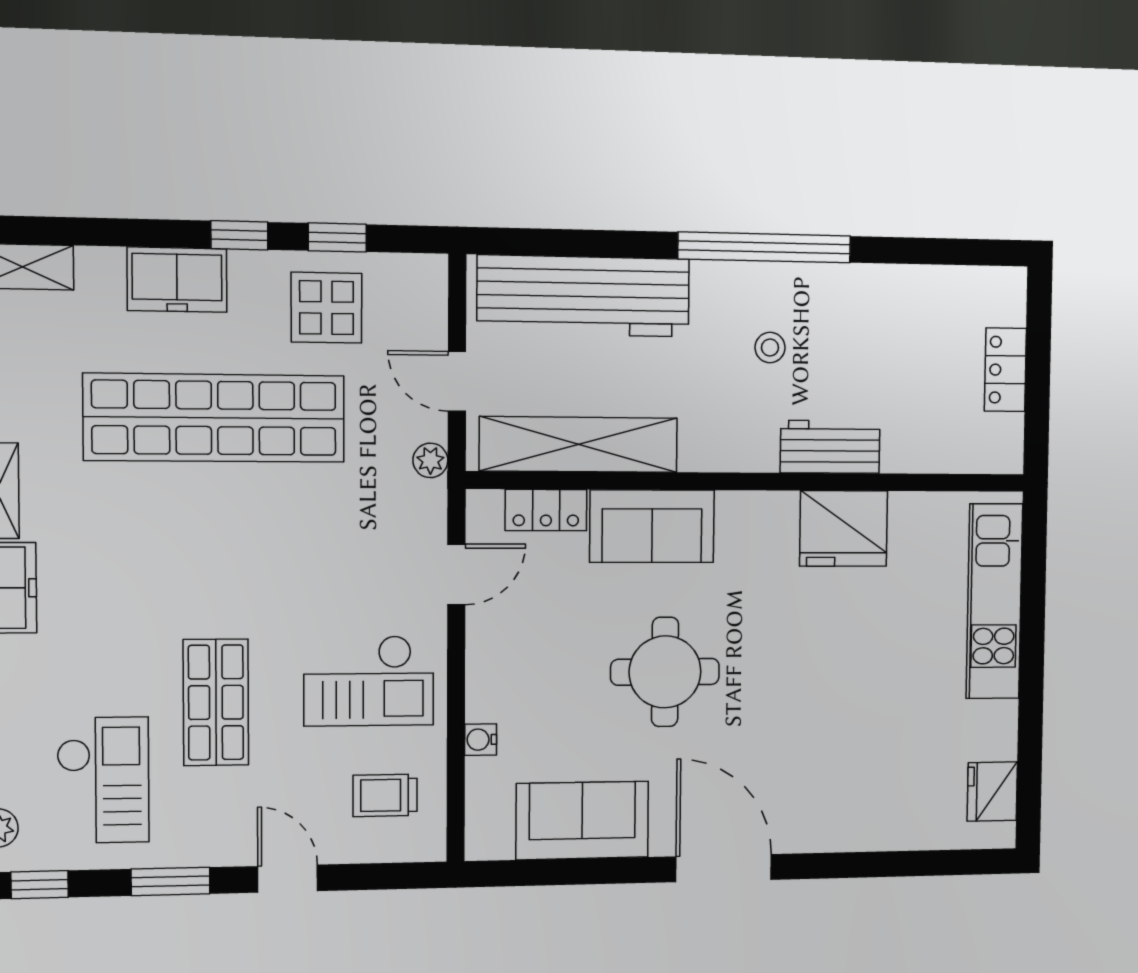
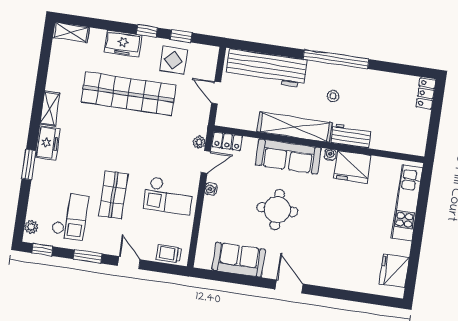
locker: (1005, 370) -> (426, 93), moved
shelving: (579, 444) -> (295, 127), moved
plant: (430, 460) -> (199, 142), moved
water cooler: (783, 505) -> (330, 155), added
locker: (546, 510) -> (227, 141), moved
sofa: (652, 526) -> (288, 156), width x1.36
water cooler: (481, 740) -> (211, 189), moved
fridge: (992, 792) -> (394, 271), width x1.36, depth x1.34
trolley: (385, 795) -> (169, 254), moved
door: (724, 868) -> (289, 287), width x0.73

